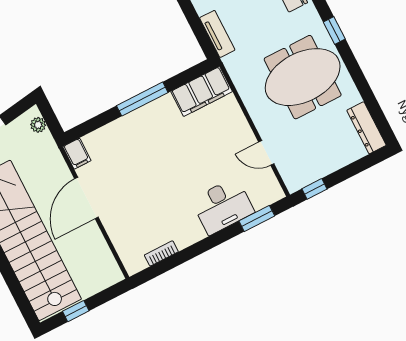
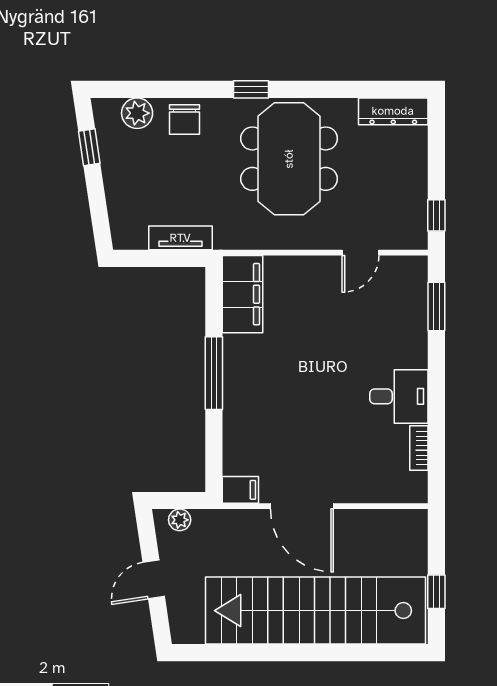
desk: (223, 206) -> (399, 396), moved, width x0.73

